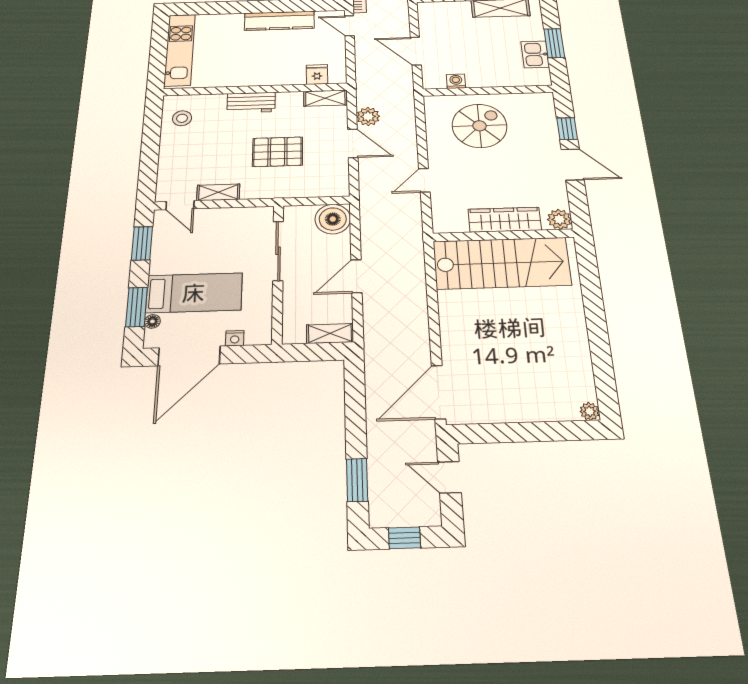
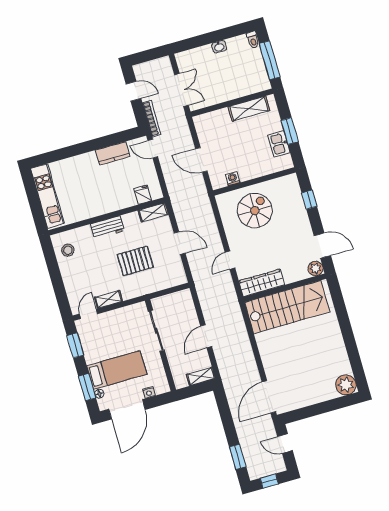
kitchen counter: (279, 21) -> (113, 153), width x0.67
plant: (368, 116) -> (184, 220), removed
door: (573, 165) -> (322, 246), moved
door: (180, 205) -> (89, 314), swing flipped
boiler: (333, 219) -> (182, 301), removed
wardrobe: (505, 220) -> (262, 283), moved
plant: (590, 411) -> (346, 385), width x1.87, depth x1.87

